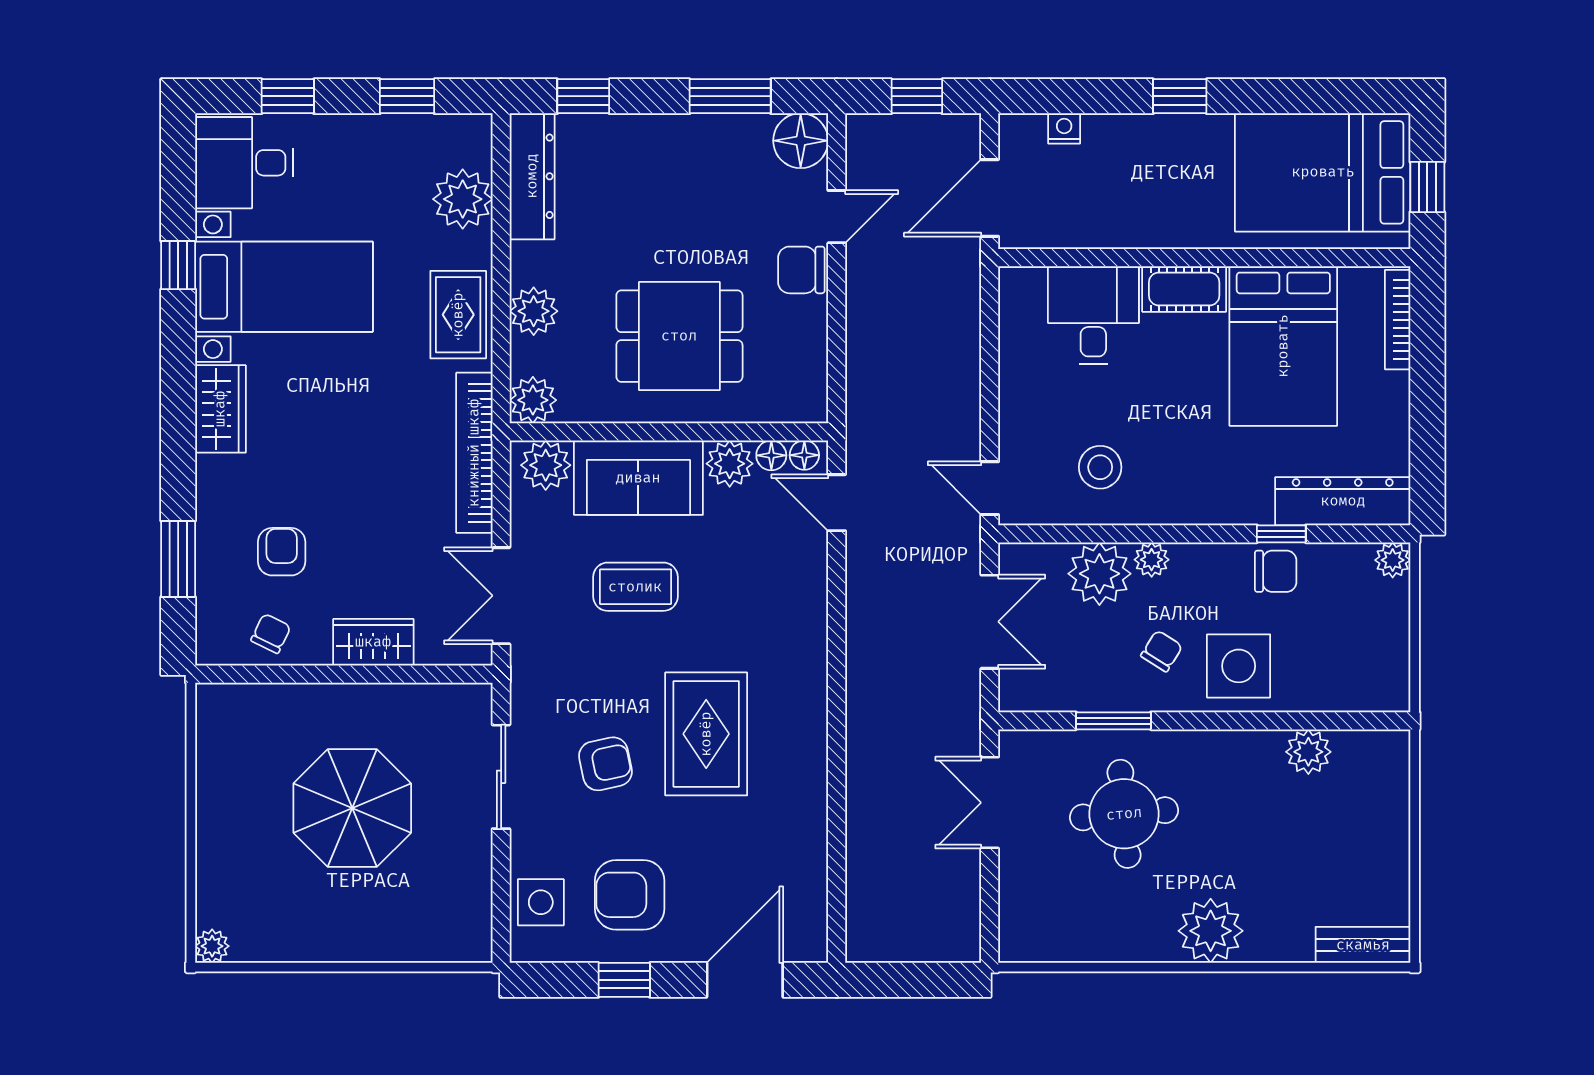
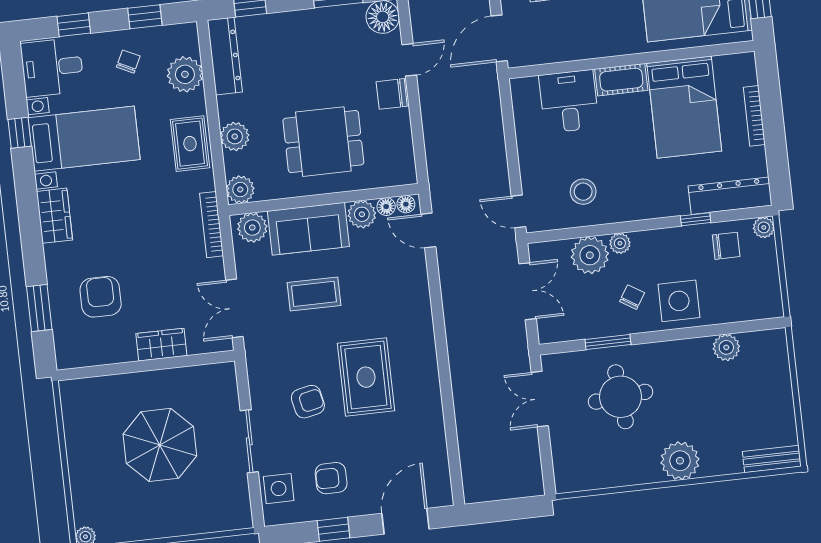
bookcase: (1398, 320) -> (754, 116), moved
bookcase: (474, 453) -> (211, 225), width x0.68, depth x0.76
armchair: (282, 552) -> (101, 297), width x1.38, depth x1.38
chair: (1276, 571) -> (726, 246), moved
chair: (271, 633) -> (128, 62), moved
sliding door: (501, 777) -> (249, 441), moved
armchair: (630, 895) -> (331, 478), width x0.72, depth x0.72

